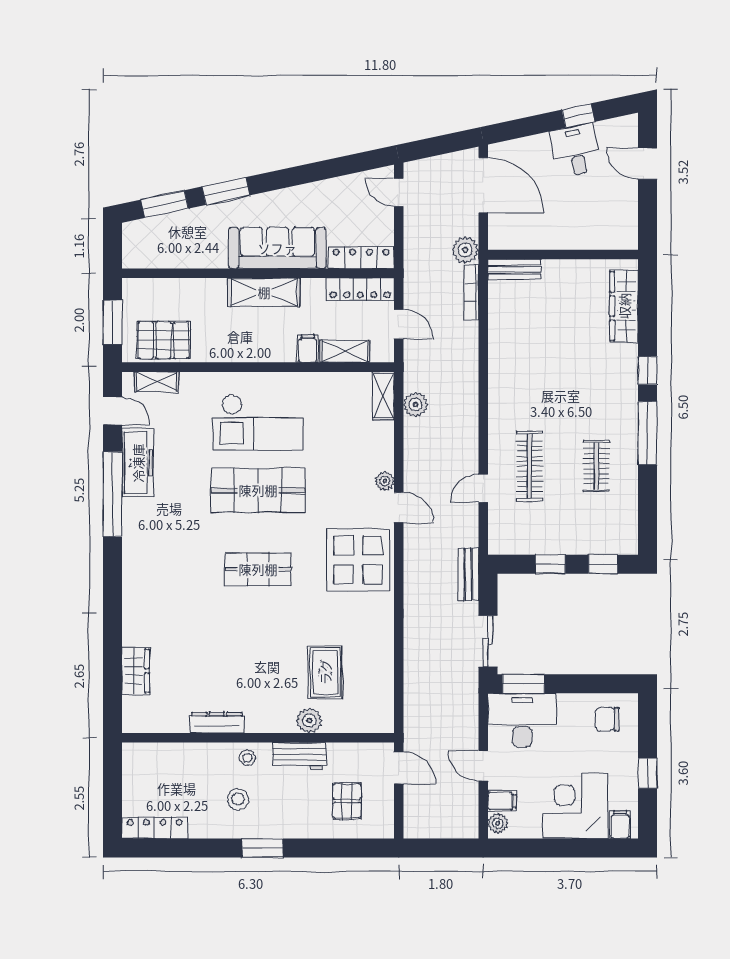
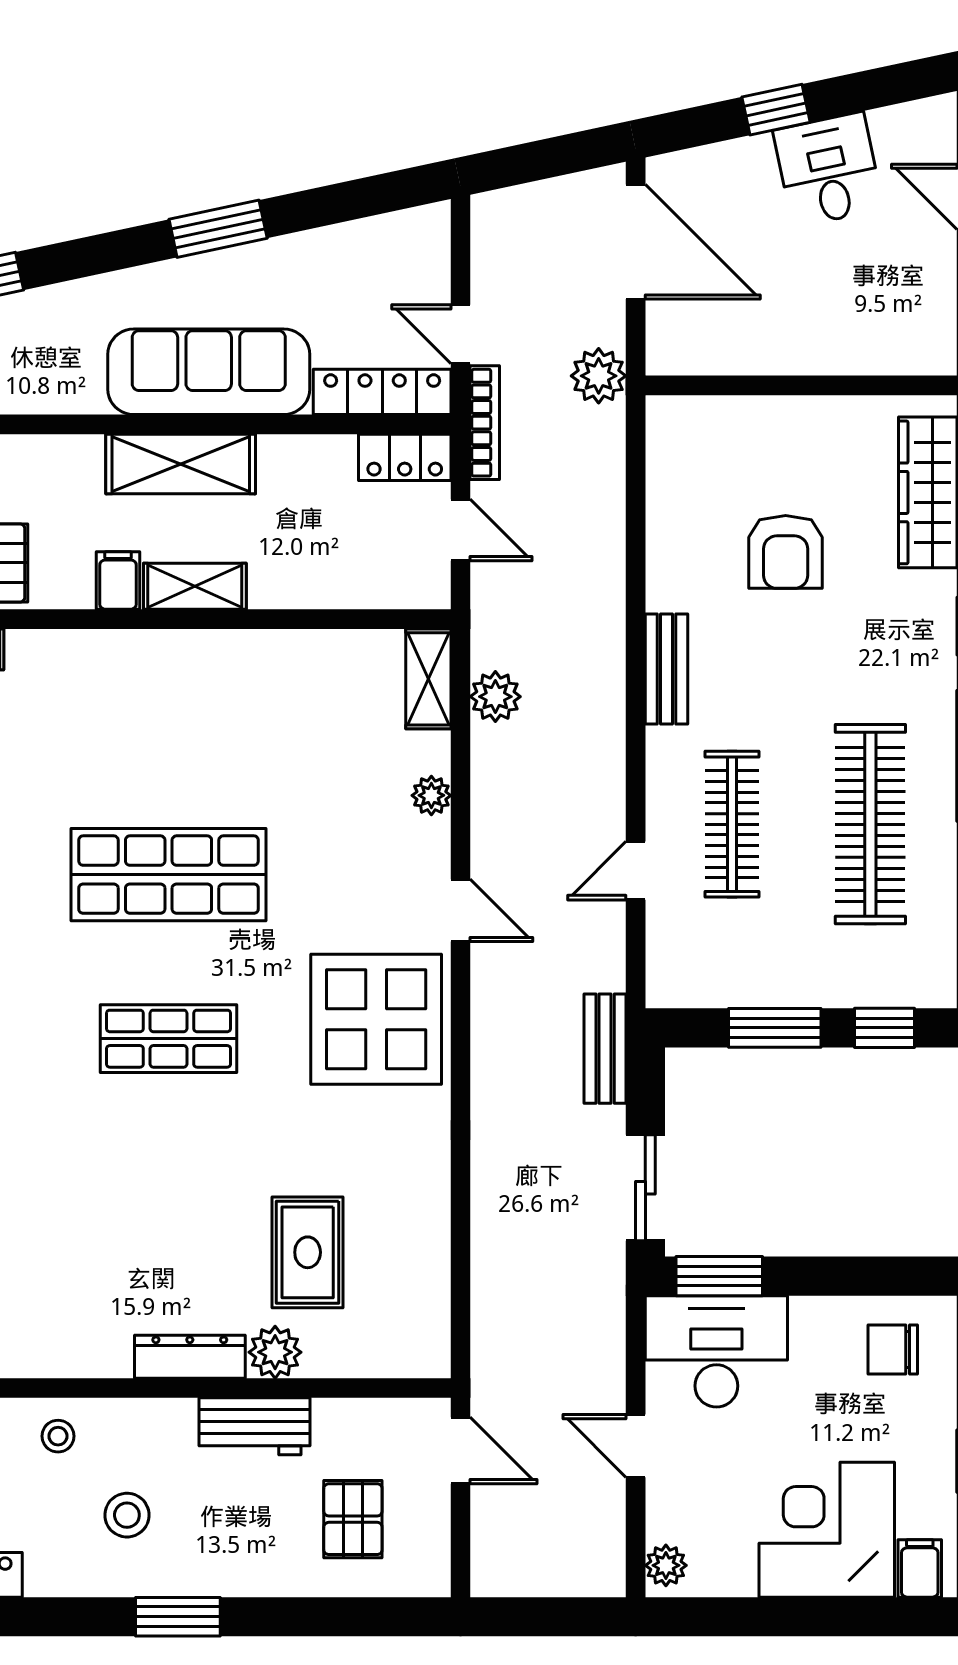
window: (578, 116) -> (776, 110), moved
window: (226, 191) -> (218, 229), moved
door: (399, 192) -> (461, 334), moved
bench: (514, 269) -> (667, 669), moved, turned 90
locker: (360, 289) -> (405, 457), width x0.66
bookcase: (471, 292) -> (485, 423), moved, turned 180
armchair: (555, 335) -> (786, 552), added
filing cabinet: (308, 349) -> (118, 581), moved
shelving: (345, 351) -> (195, 586), moved
checkout: (258, 422) -> (169, 733), removed
clothes rail: (596, 466) -> (870, 824), width x1.86, depth x1.31
plant: (385, 481) -> (431, 795), moved
window: (550, 564) -> (775, 1028), width x1.50
dresser: (217, 723) -> (190, 1357), moved
stool: (247, 758) -> (58, 1436), moved
filing cabinet: (502, 801) -> (675, 1519), removed

